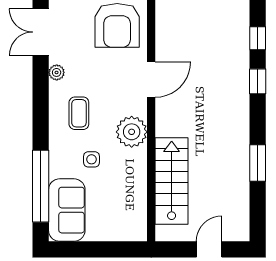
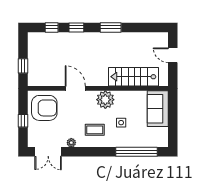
window: (258, 163) -> (111, 27), moved
sofa: (67, 210) -> (158, 109), moved, turned -90

